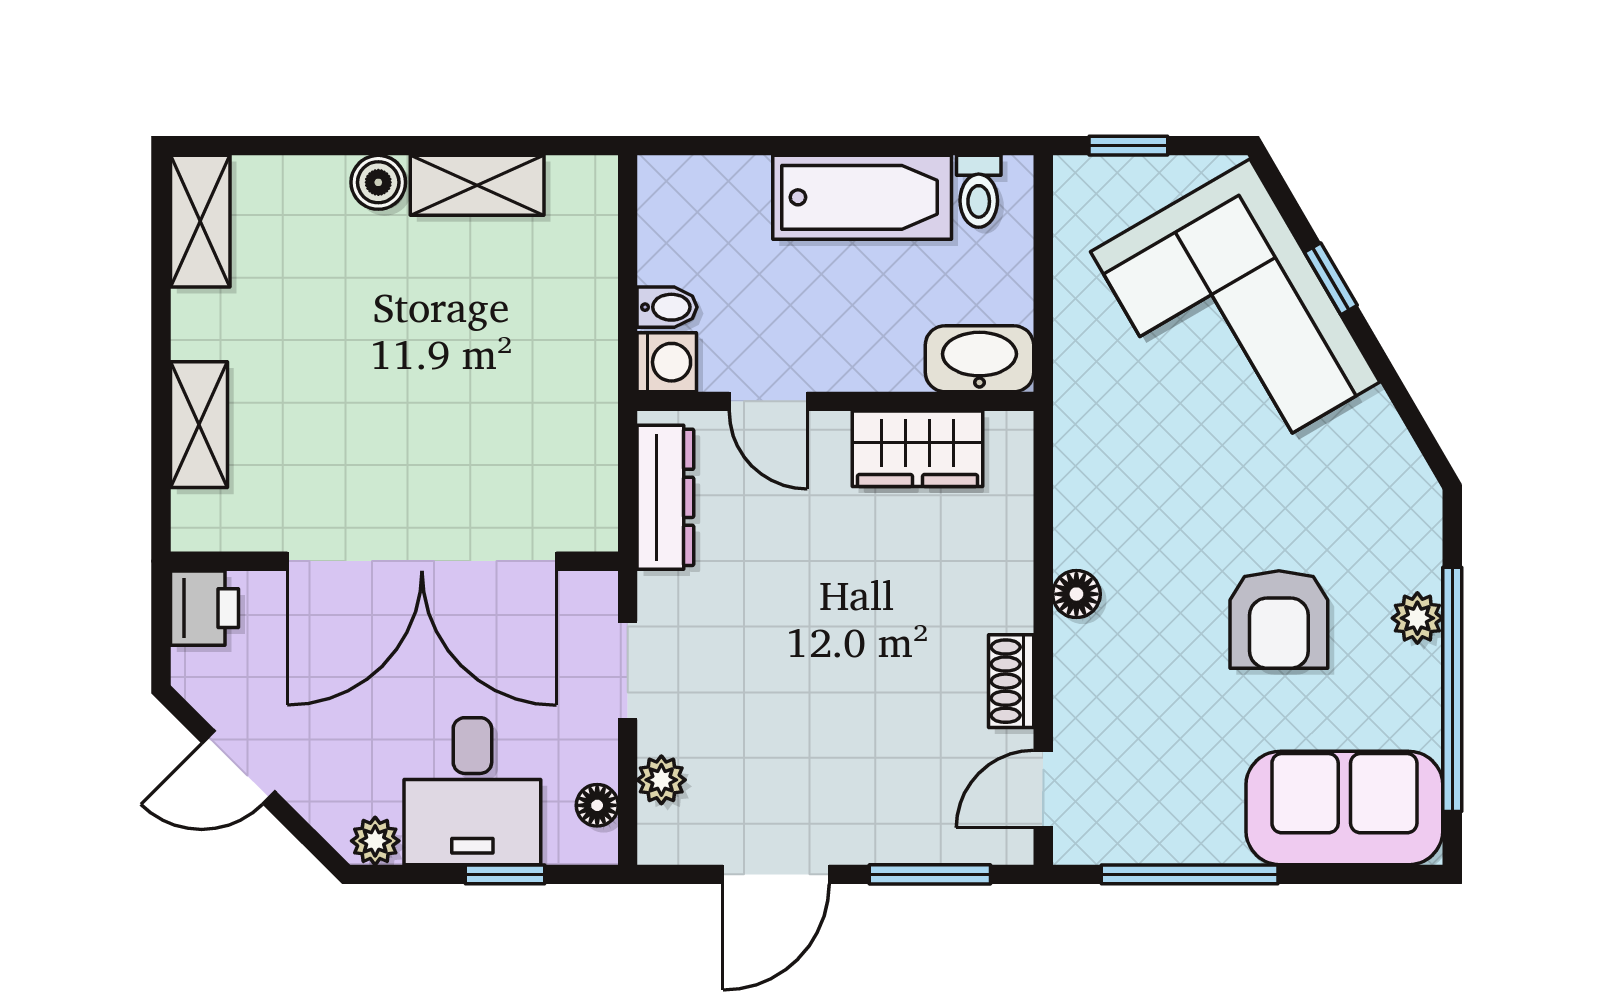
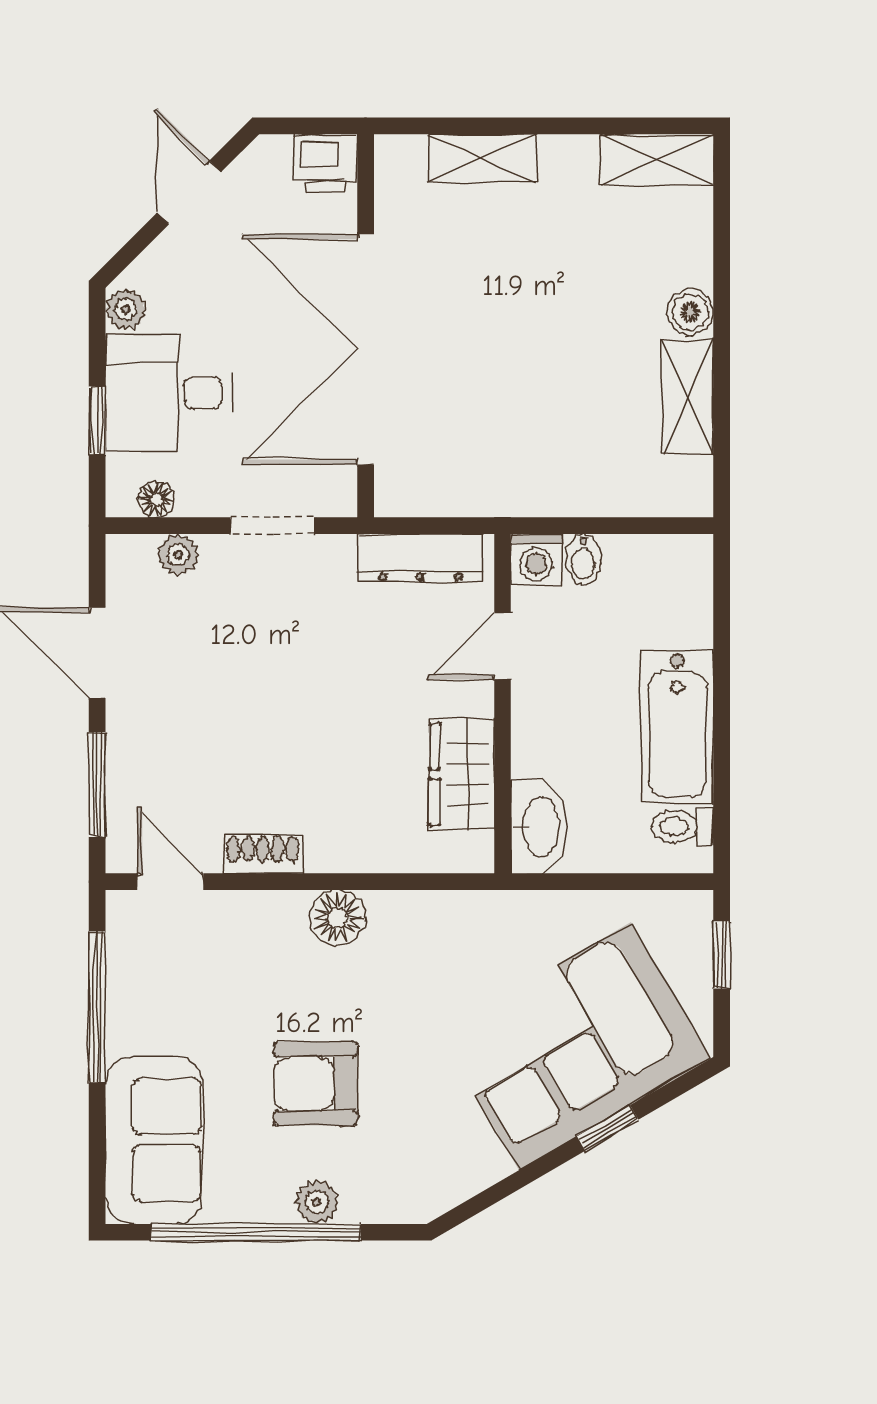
floor lamp: (1076, 594) -> (337, 918), width x1.37, depth x1.37

